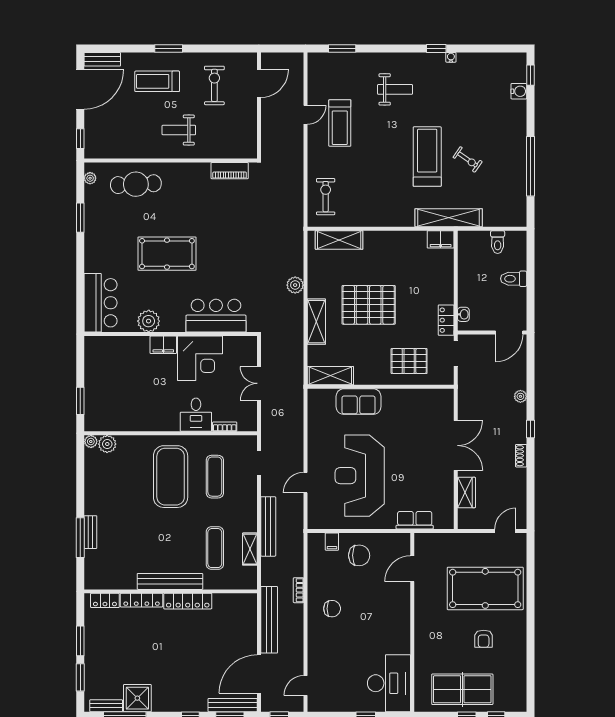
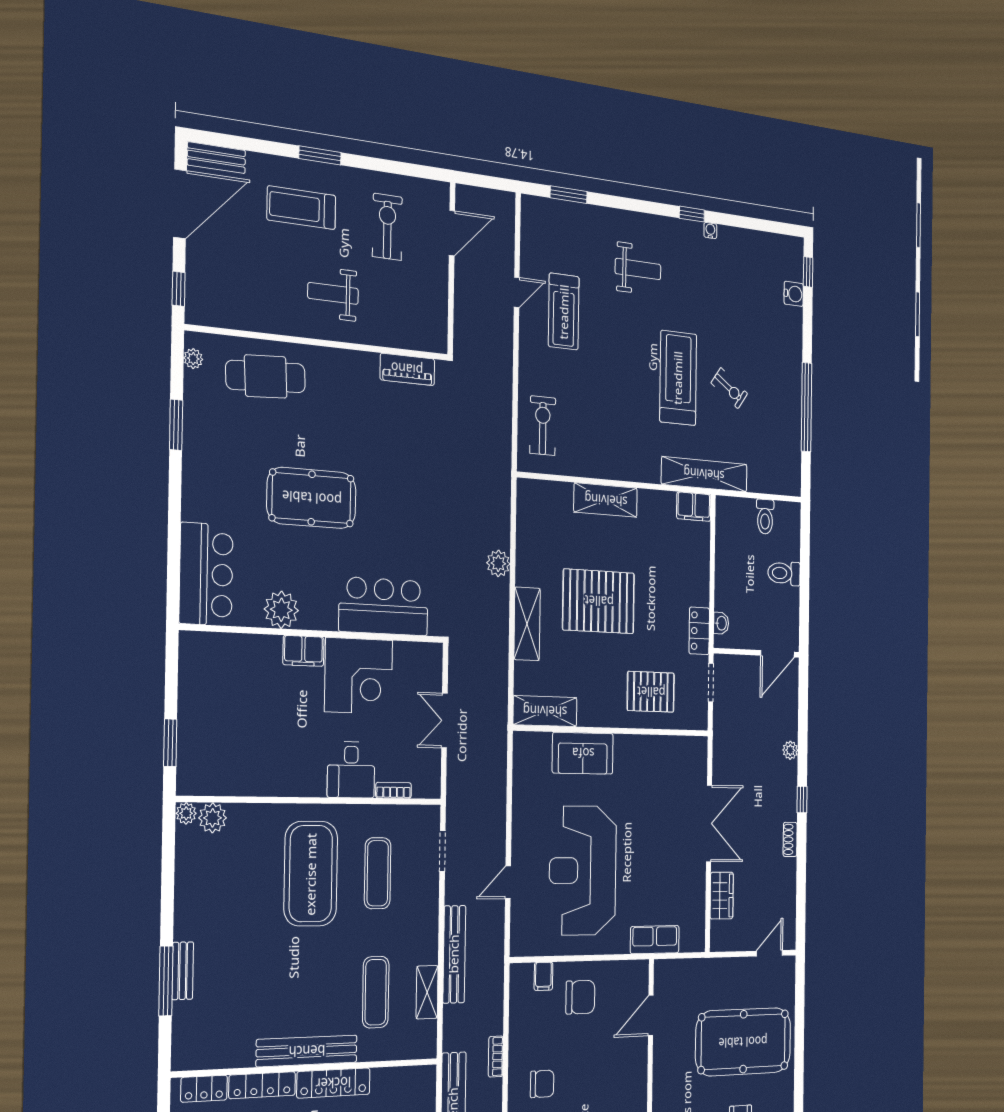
shelving: (339, 240) -> (606, 500), moved

